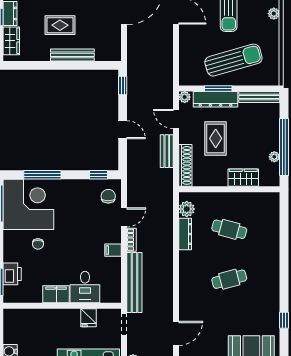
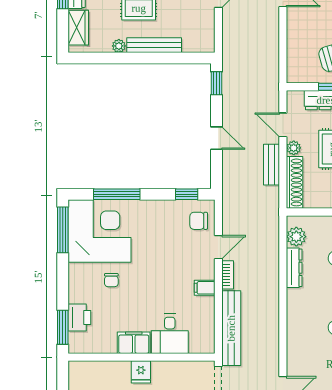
plant: (44, 56) -> (119, 46), added
plant: (185, 97) -> (294, 148), moved
chair: (108, 196) -> (199, 221), turned -90
fridge: (89, 318) -> (141, 372), moved

